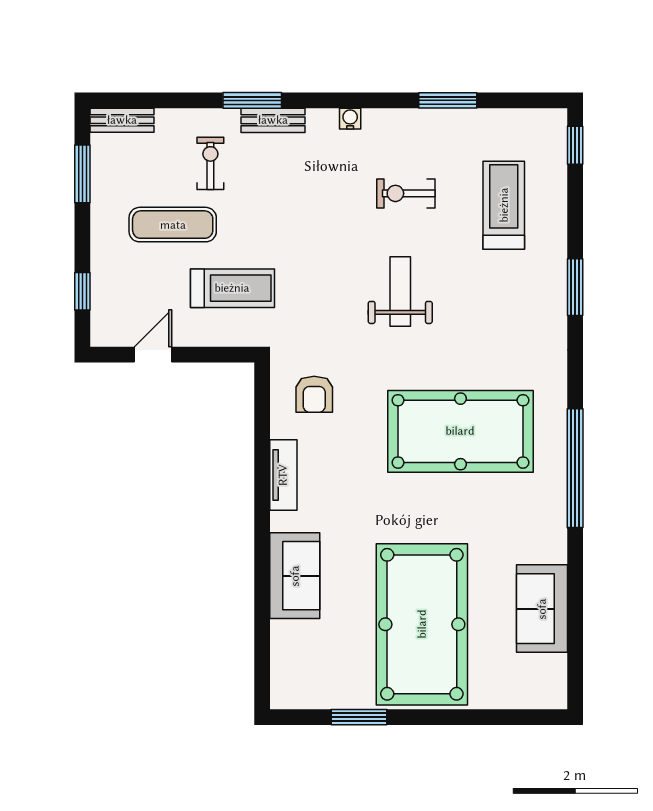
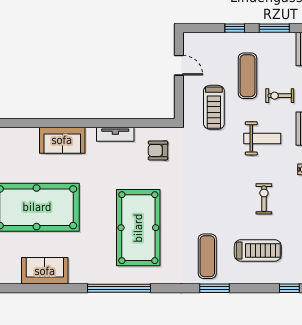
exercise bike: (210, 163) -> (280, 96), turned 180
window: (82, 291) -> (235, 28), moved
weight bench: (400, 292) -> (262, 138), moved
exercise mat: (515, 301) -> (207, 256), added

